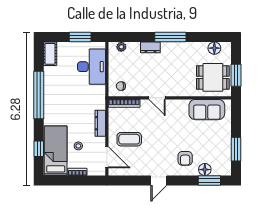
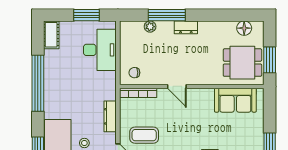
window: (170, 37) -> (167, 15), moved
plant: (121, 47) -> (150, 27), moved
dresser: (150, 47) -> (186, 27), moved

